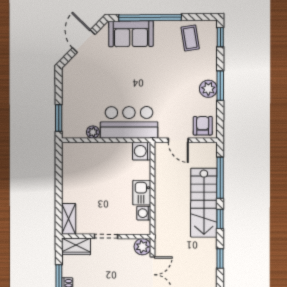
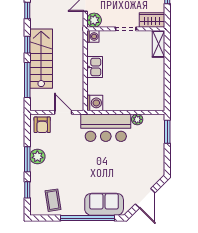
window: (220, 37) -> (27, 190), moved
washing machine: (144, 213) -> (93, 36), moved

